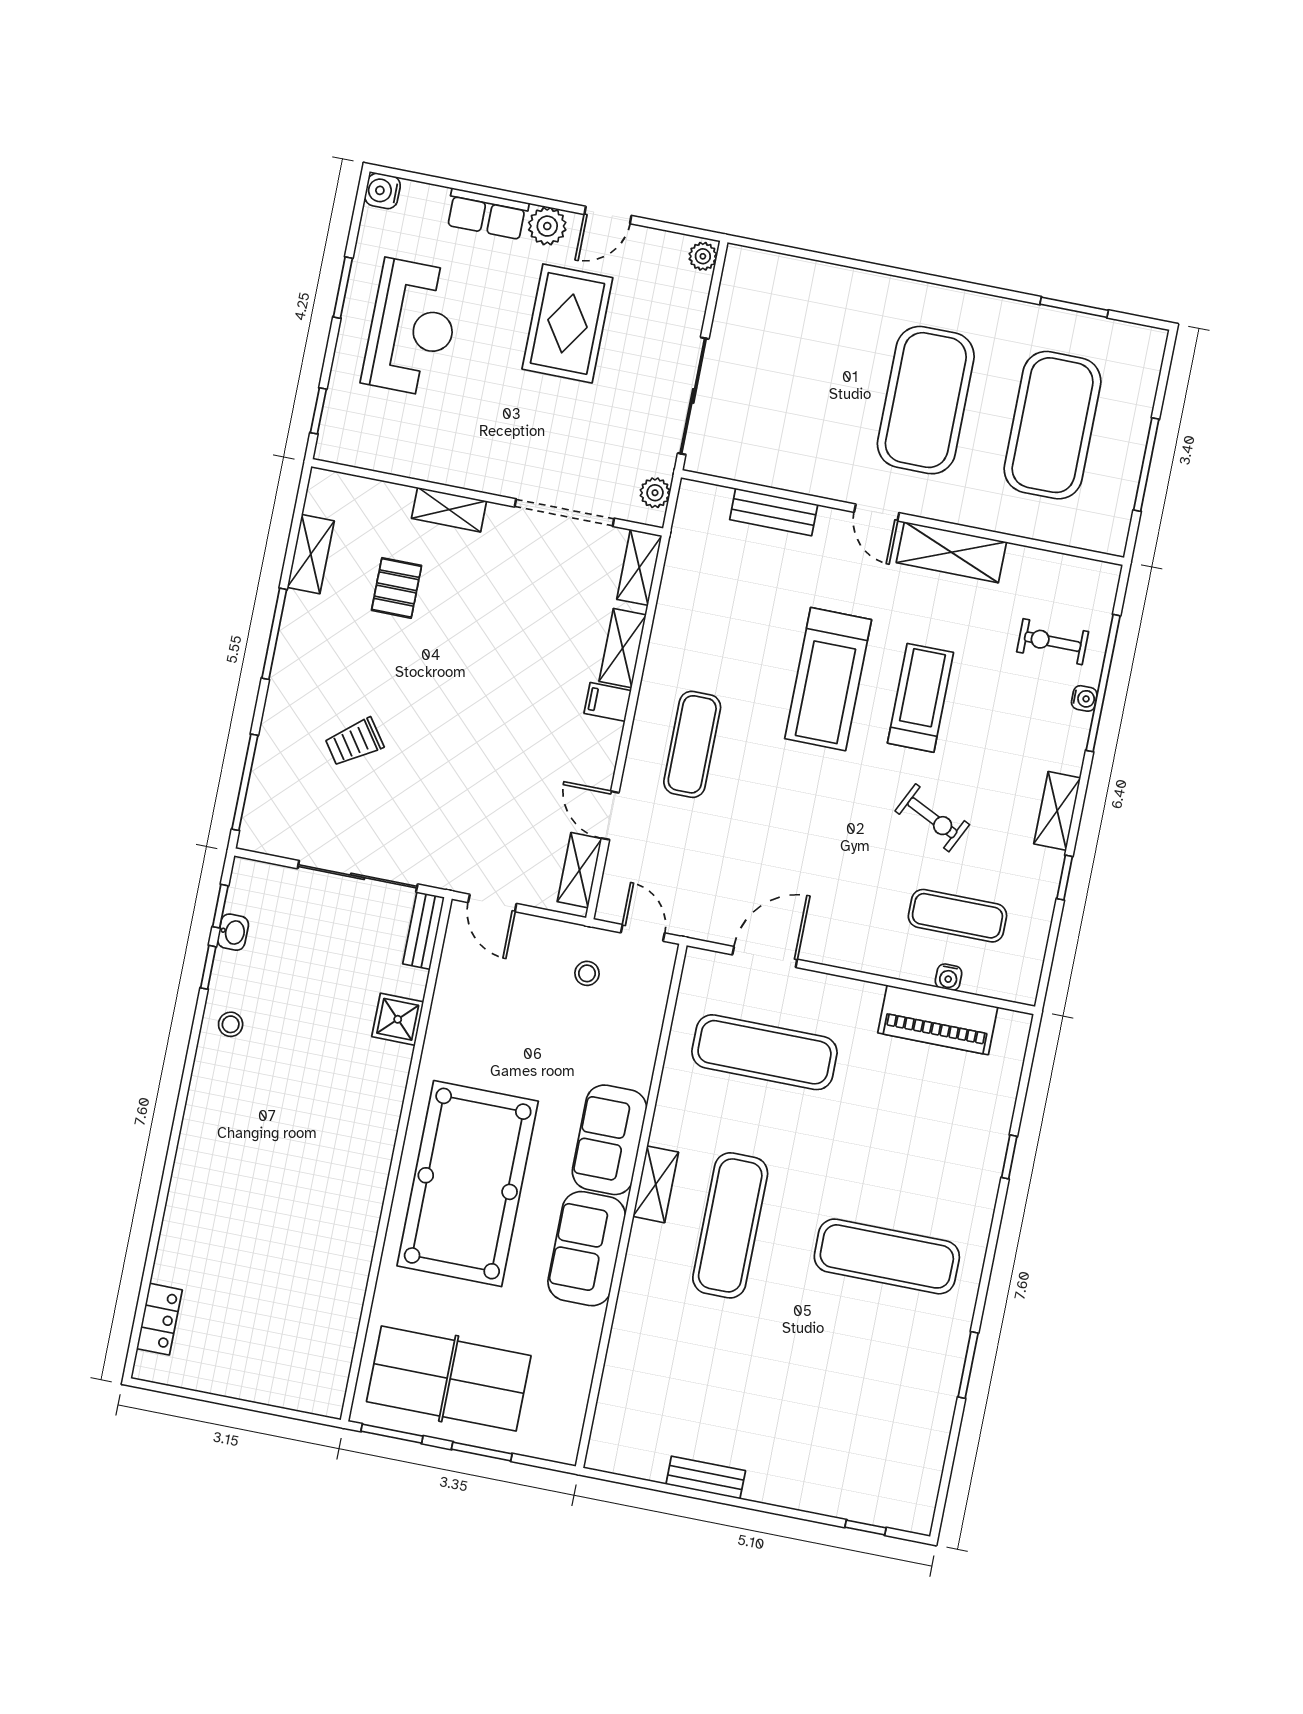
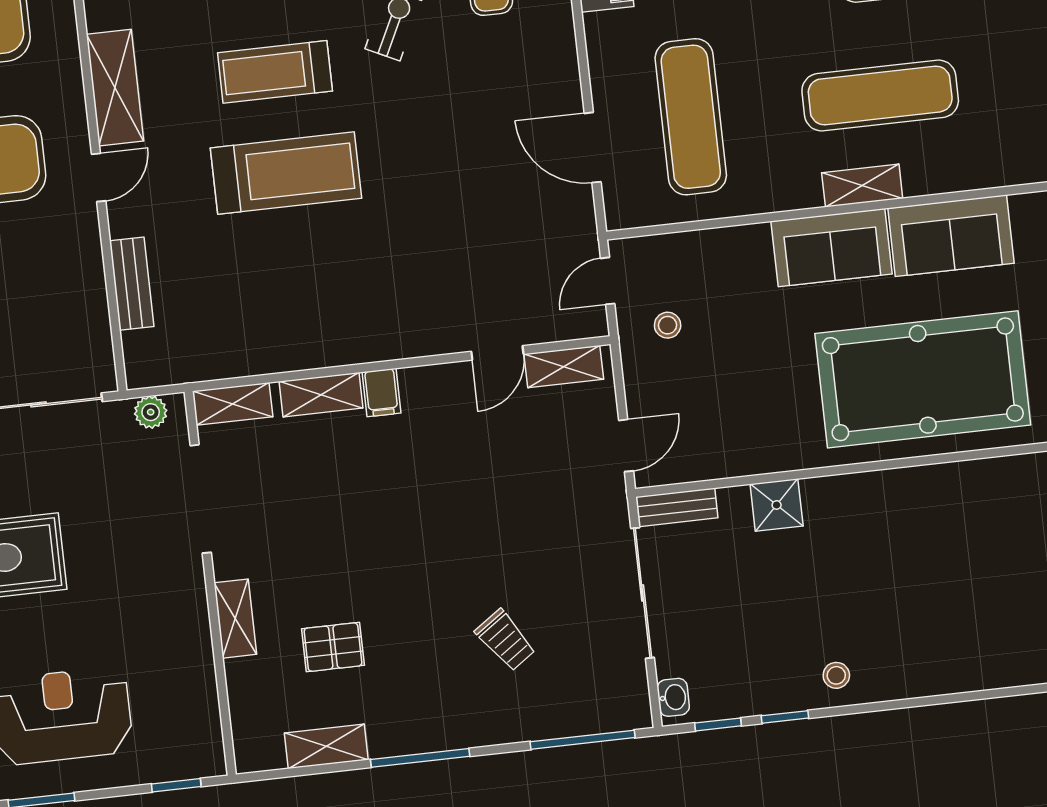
exercise mat: (692, 744) -> (397, 292), removed
washbasin: (233, 932) -> (673, 697), moved, turned 90

